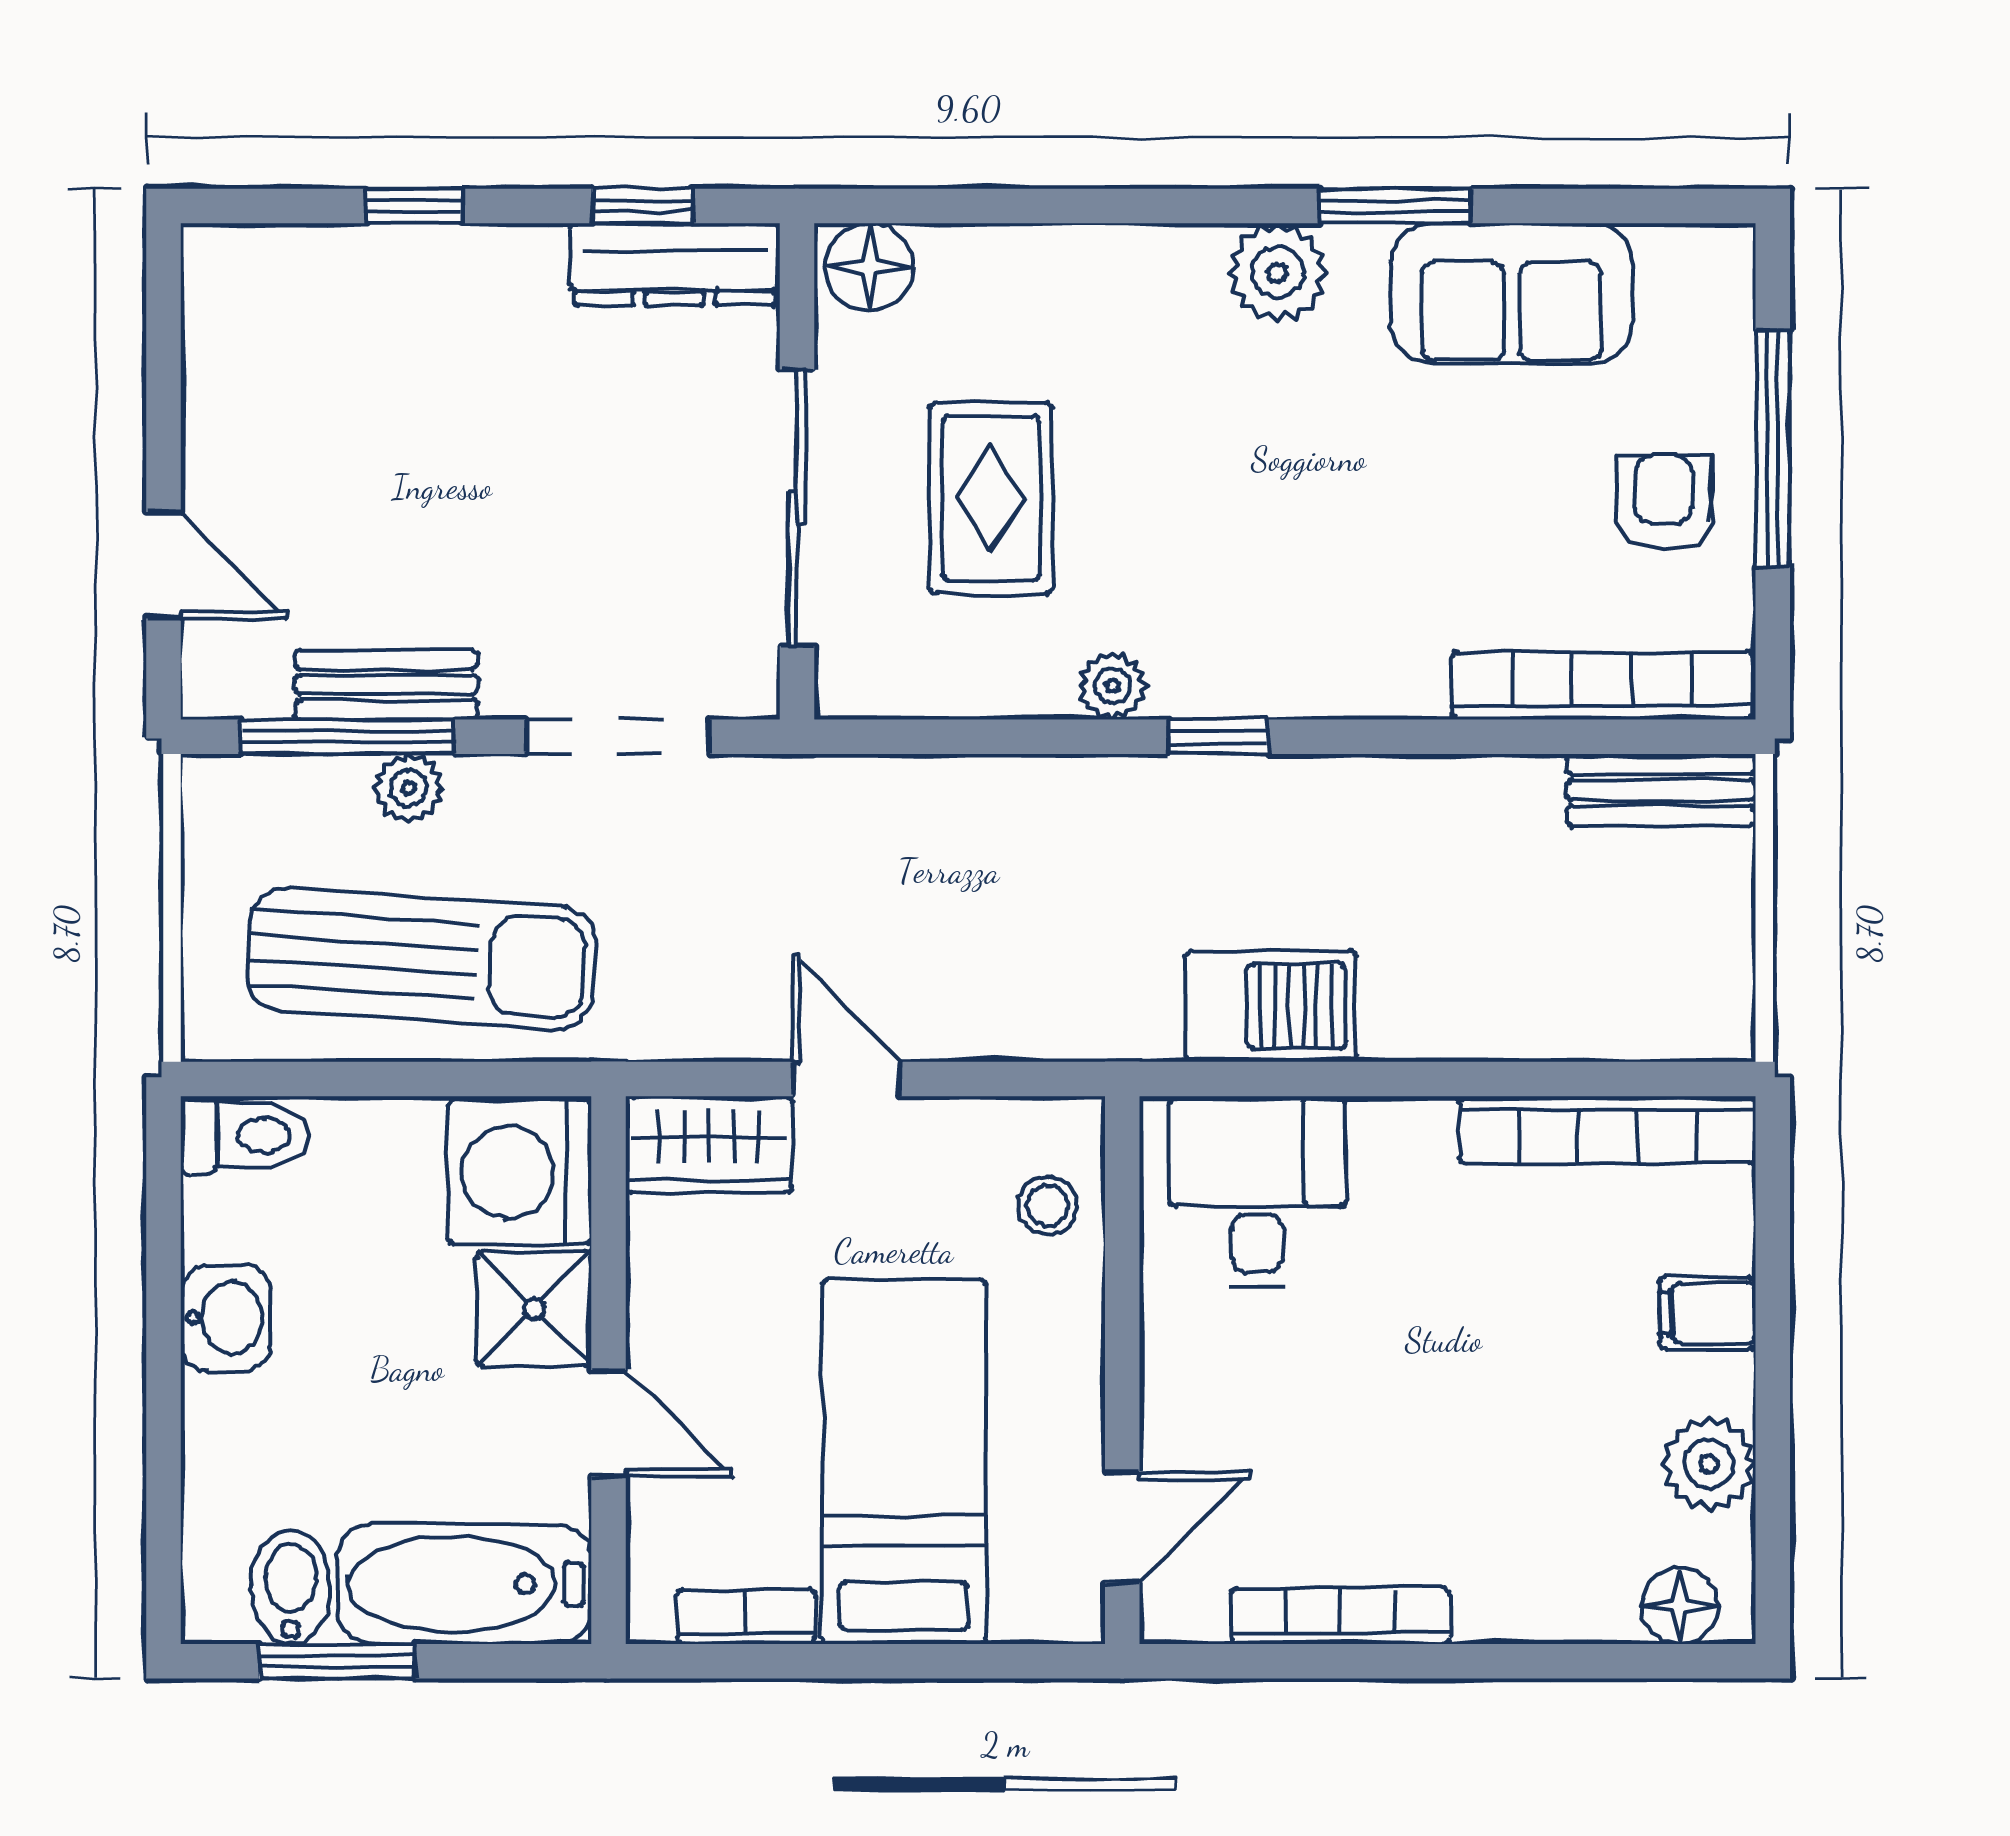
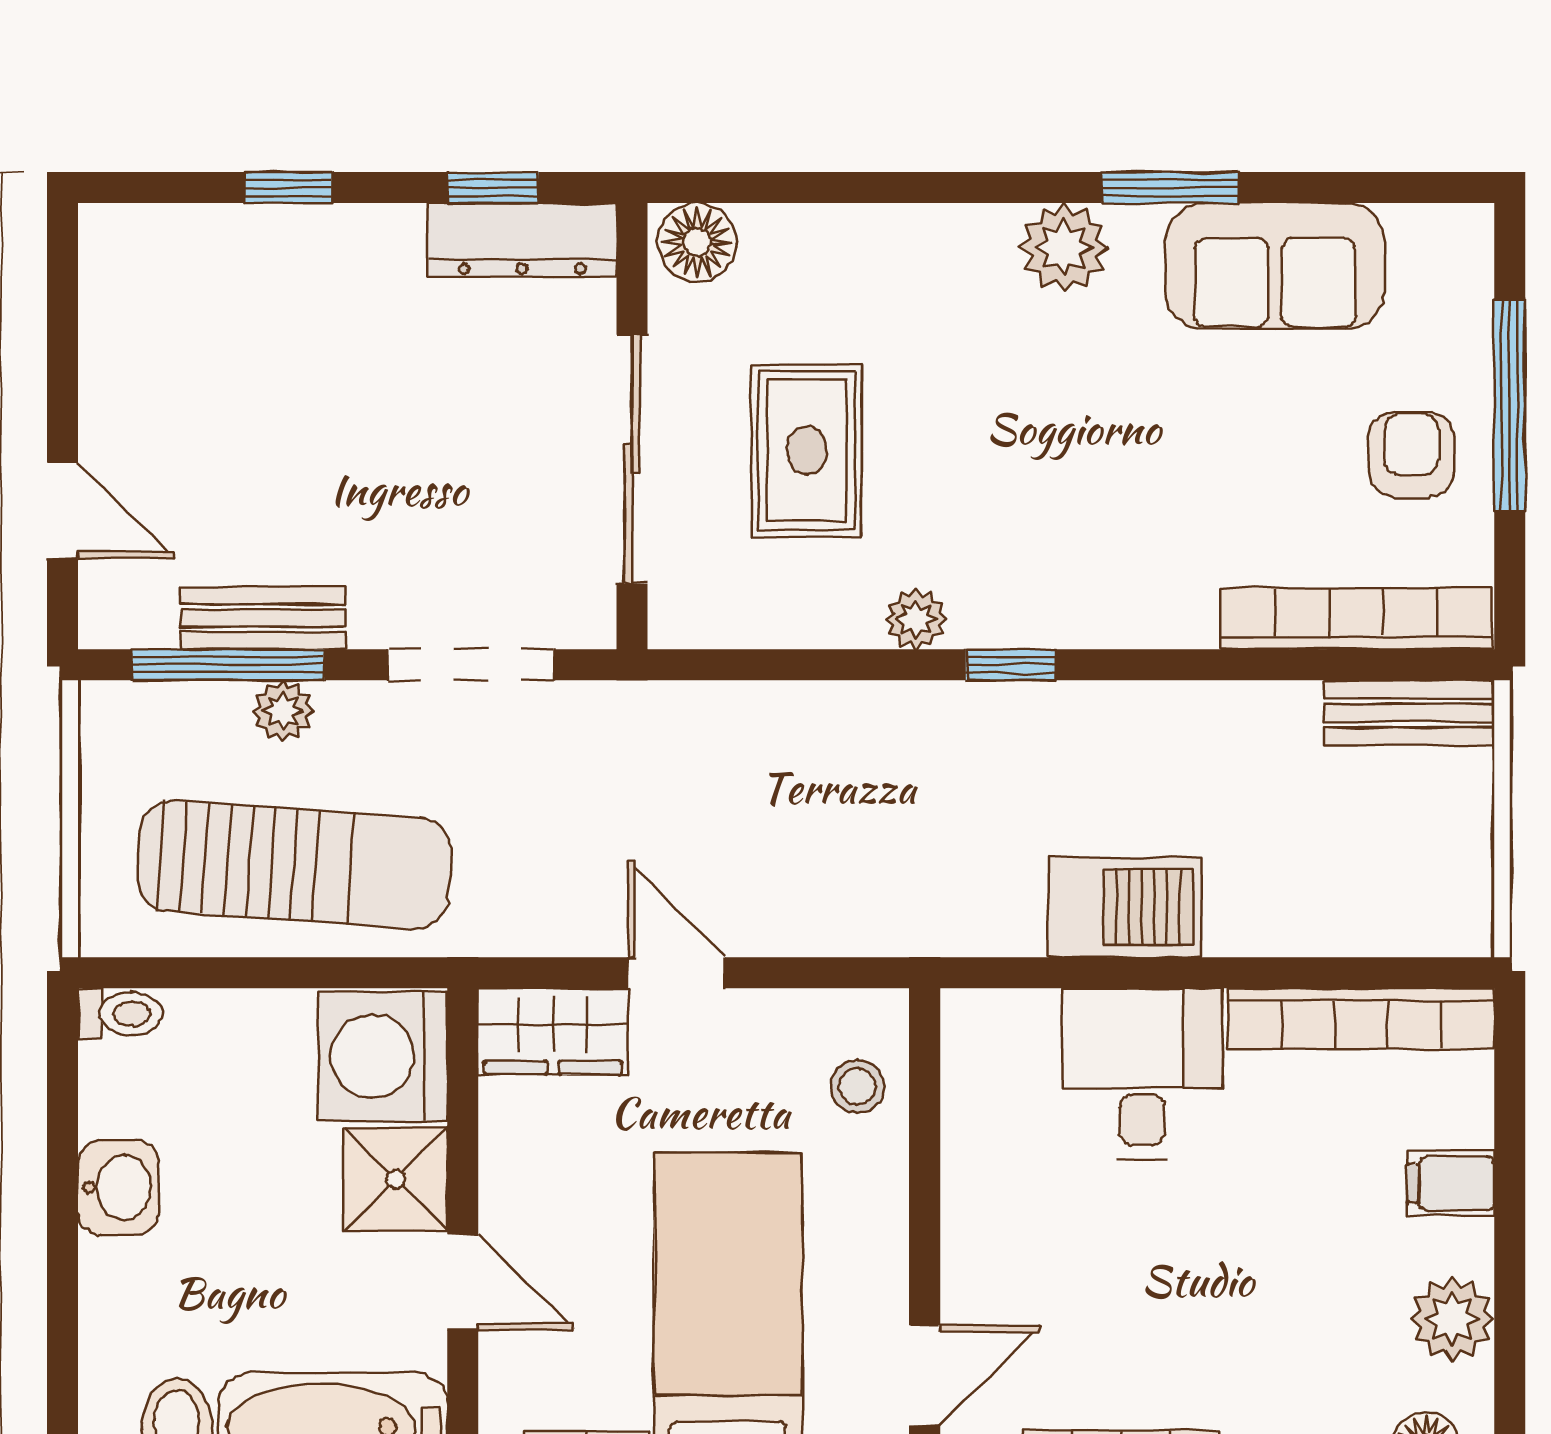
barbecue: (1271, 1006) -> (1125, 907), moved
toilet: (245, 1136) -> (120, 1014), width x0.73, depth x0.72
desk: (1257, 1192) -> (1142, 1074), moved

